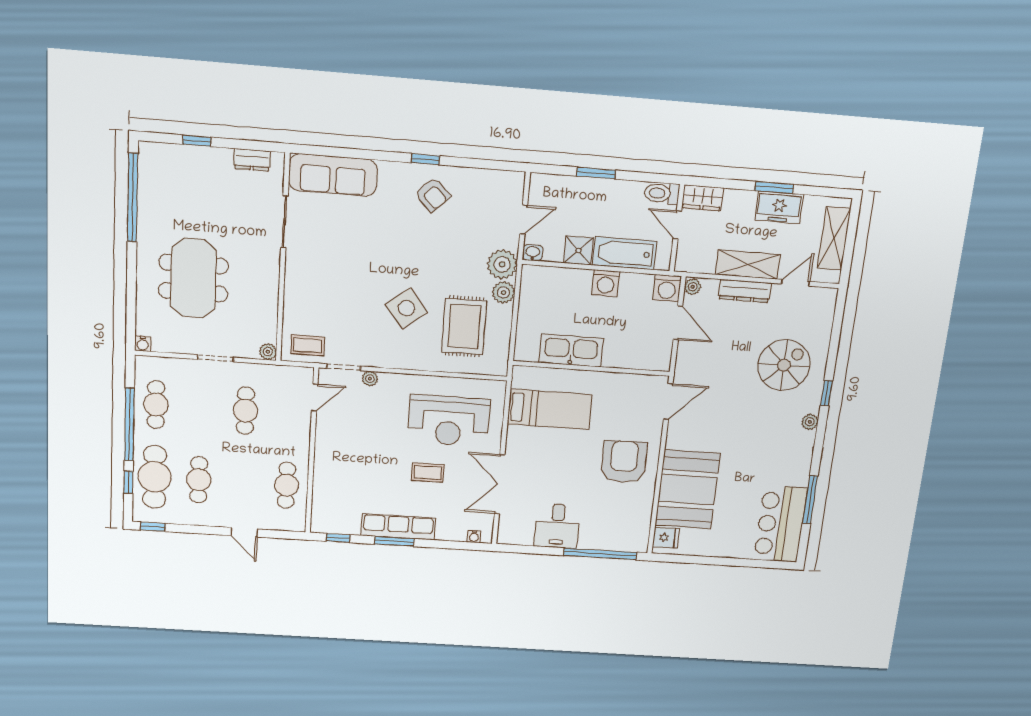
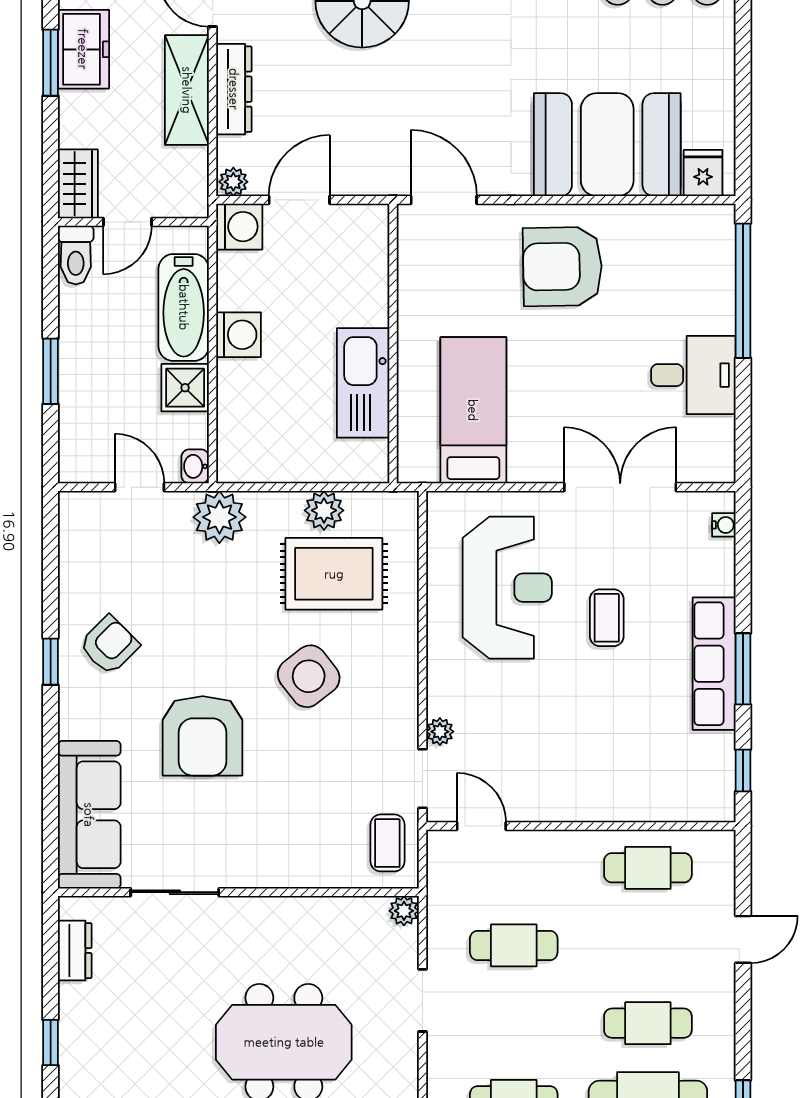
armchair: (376, 245) -> (203, 736), added
plant: (504, 292) -> (324, 510), moved
double door: (500, 484) -> (620, 487), swing flipped

